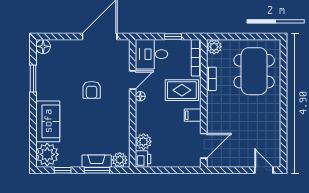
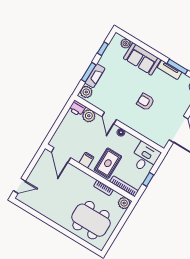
door: (133, 80) -> (109, 118), moved
tv unit: (42, 85) -> (170, 70), added
plant: (47, 154) -> (126, 43), width x0.53, depth x0.53

